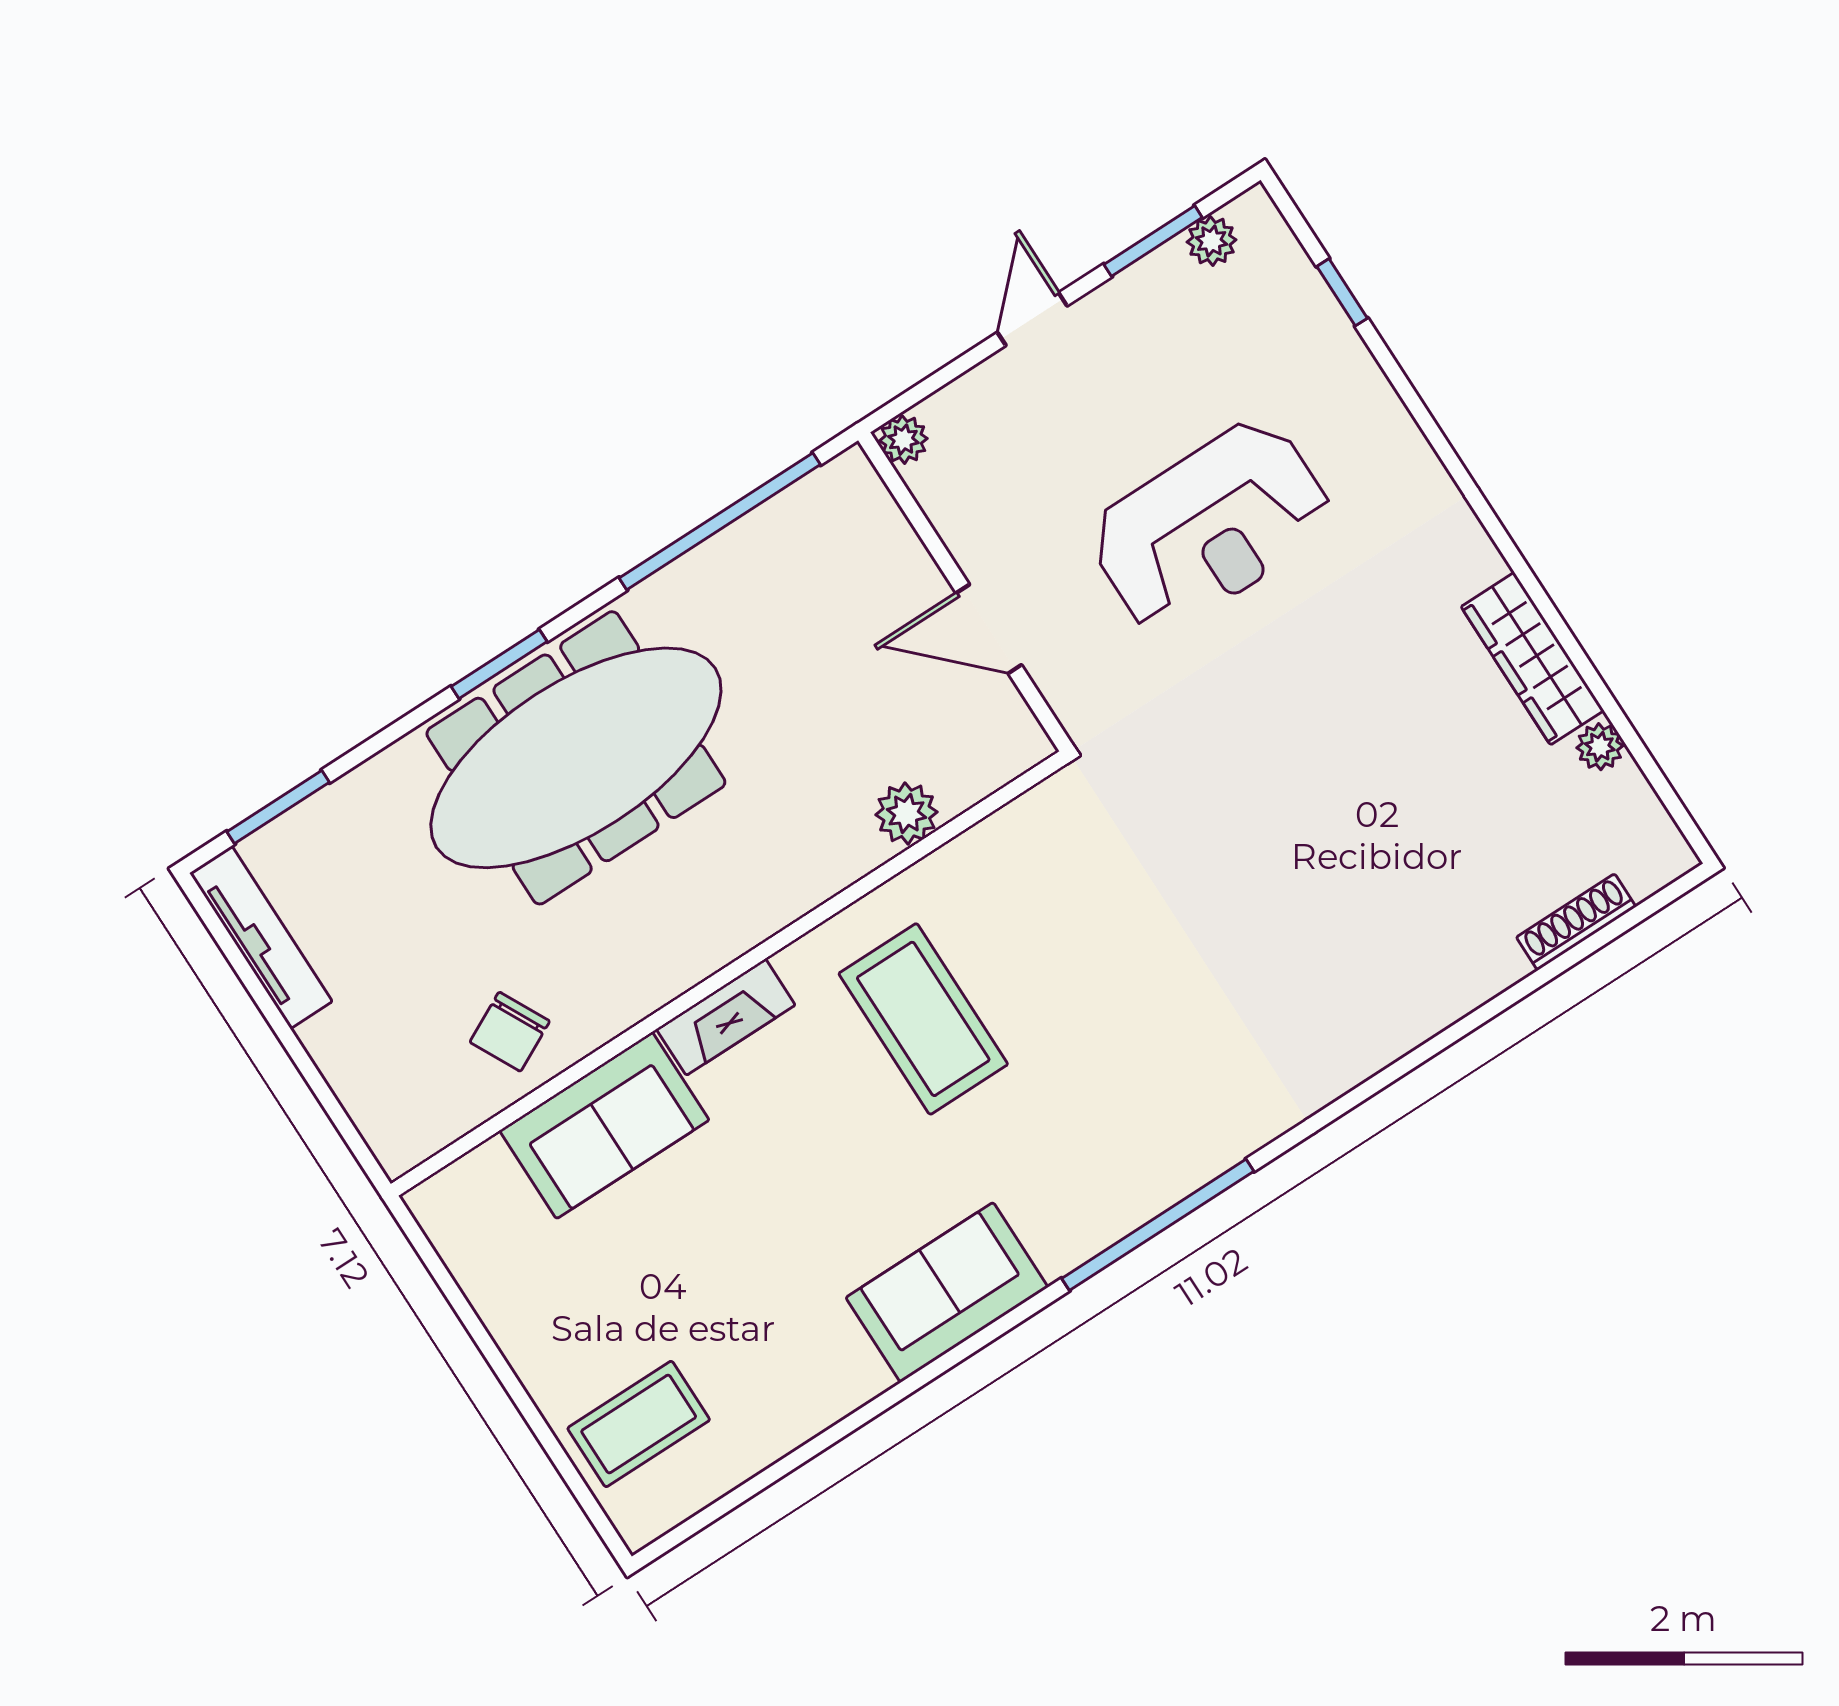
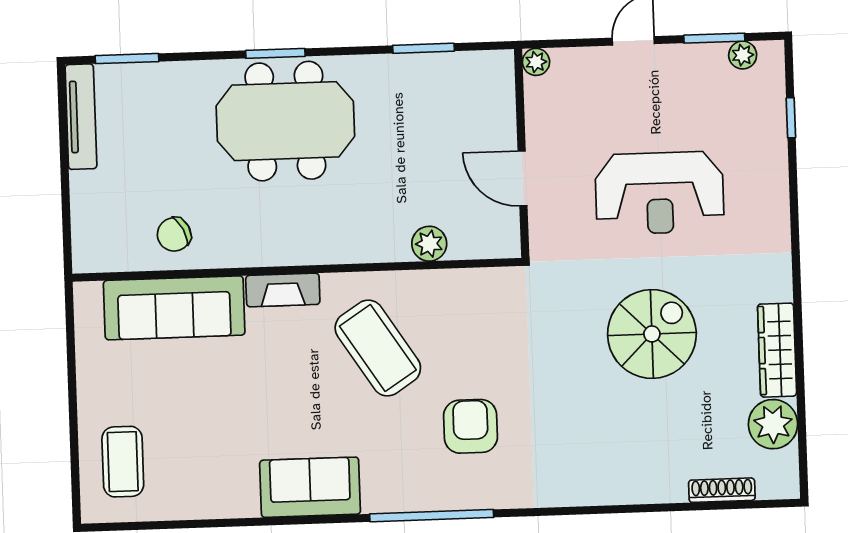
window: (720, 521) -> (423, 48), width x0.47
plant: (1600, 747) -> (773, 424), width x1.88, depth x1.88
spiral stairs: (1327, 748) -> (652, 334), added
meeting table: (576, 758) -> (285, 121), width x0.73
coffee table: (923, 1019) -> (378, 348), turned -33
armchair: (1136, 1054) -> (471, 426), added
sofa: (604, 1125) -> (174, 308), width x1.36
coffee table: (639, 1424) -> (123, 462), turned 90

